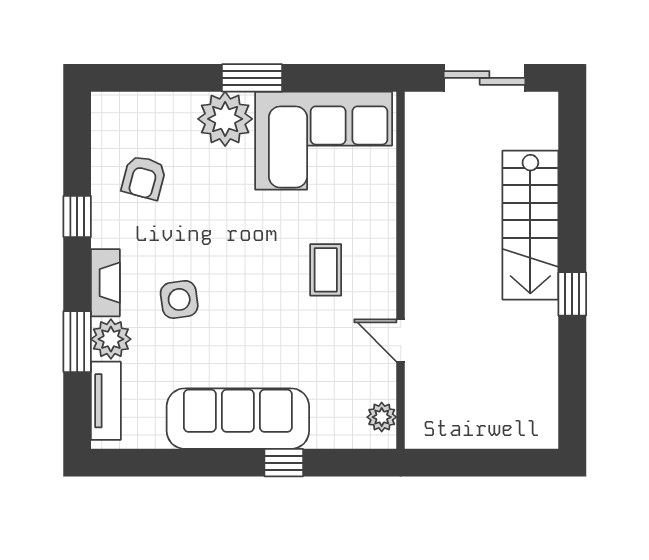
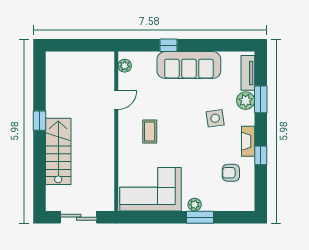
window: (252, 78) -> (200, 217), moved
plant: (225, 119) -> (195, 205), width x0.53, depth x0.53
armchair: (144, 178) -> (231, 173), turned -105
fireplace: (105, 283) -> (248, 141), moved
door: (401, 340) -> (116, 100), hinge flipped

